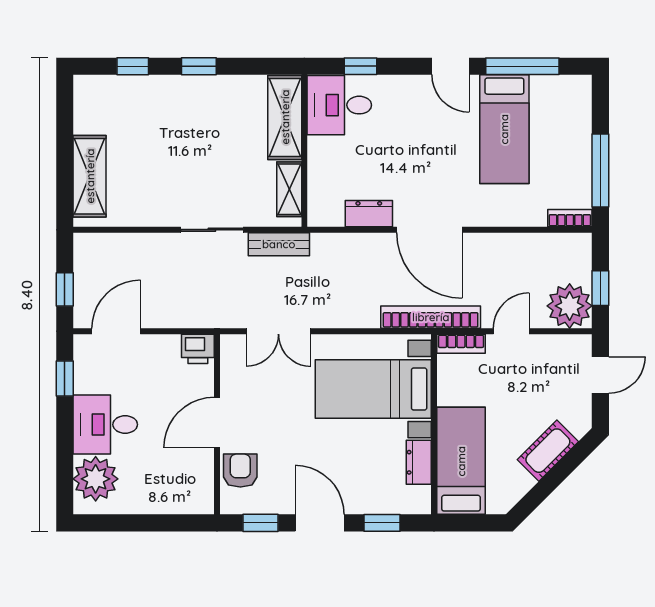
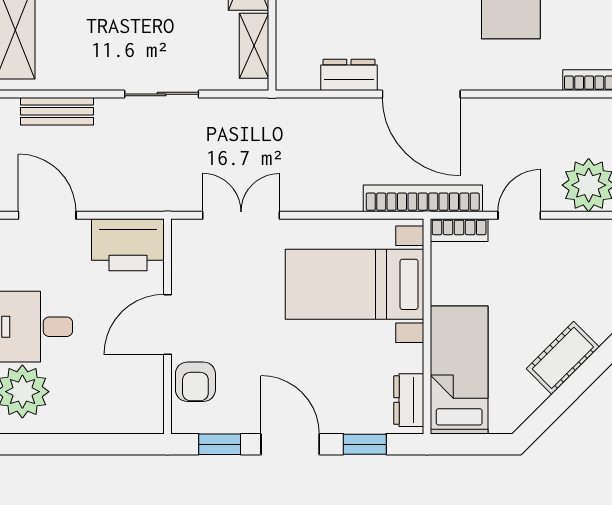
bench: (279, 244) -> (57, 111), moved
door: (116, 331) -> (47, 215), hinge flipped
double door: (278, 331) -> (241, 215), swing flipped
printer: (198, 349) -> (128, 245), width x1.87, depth x1.48
dresser: (419, 462) -> (409, 400), moved
armchair: (240, 471) -> (195, 382), turned 180

